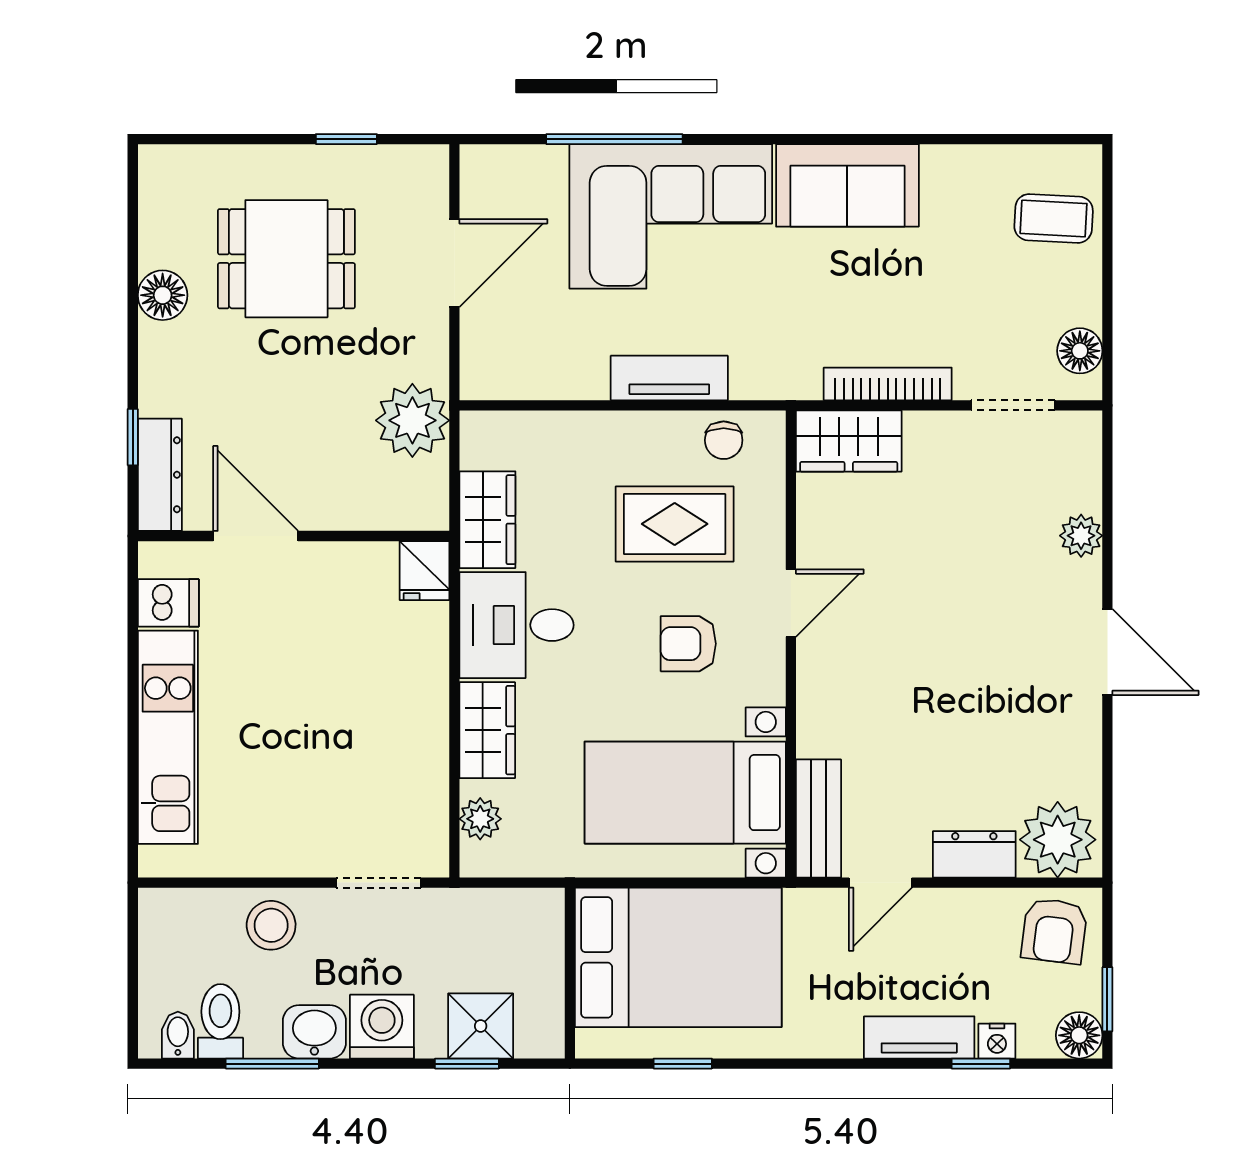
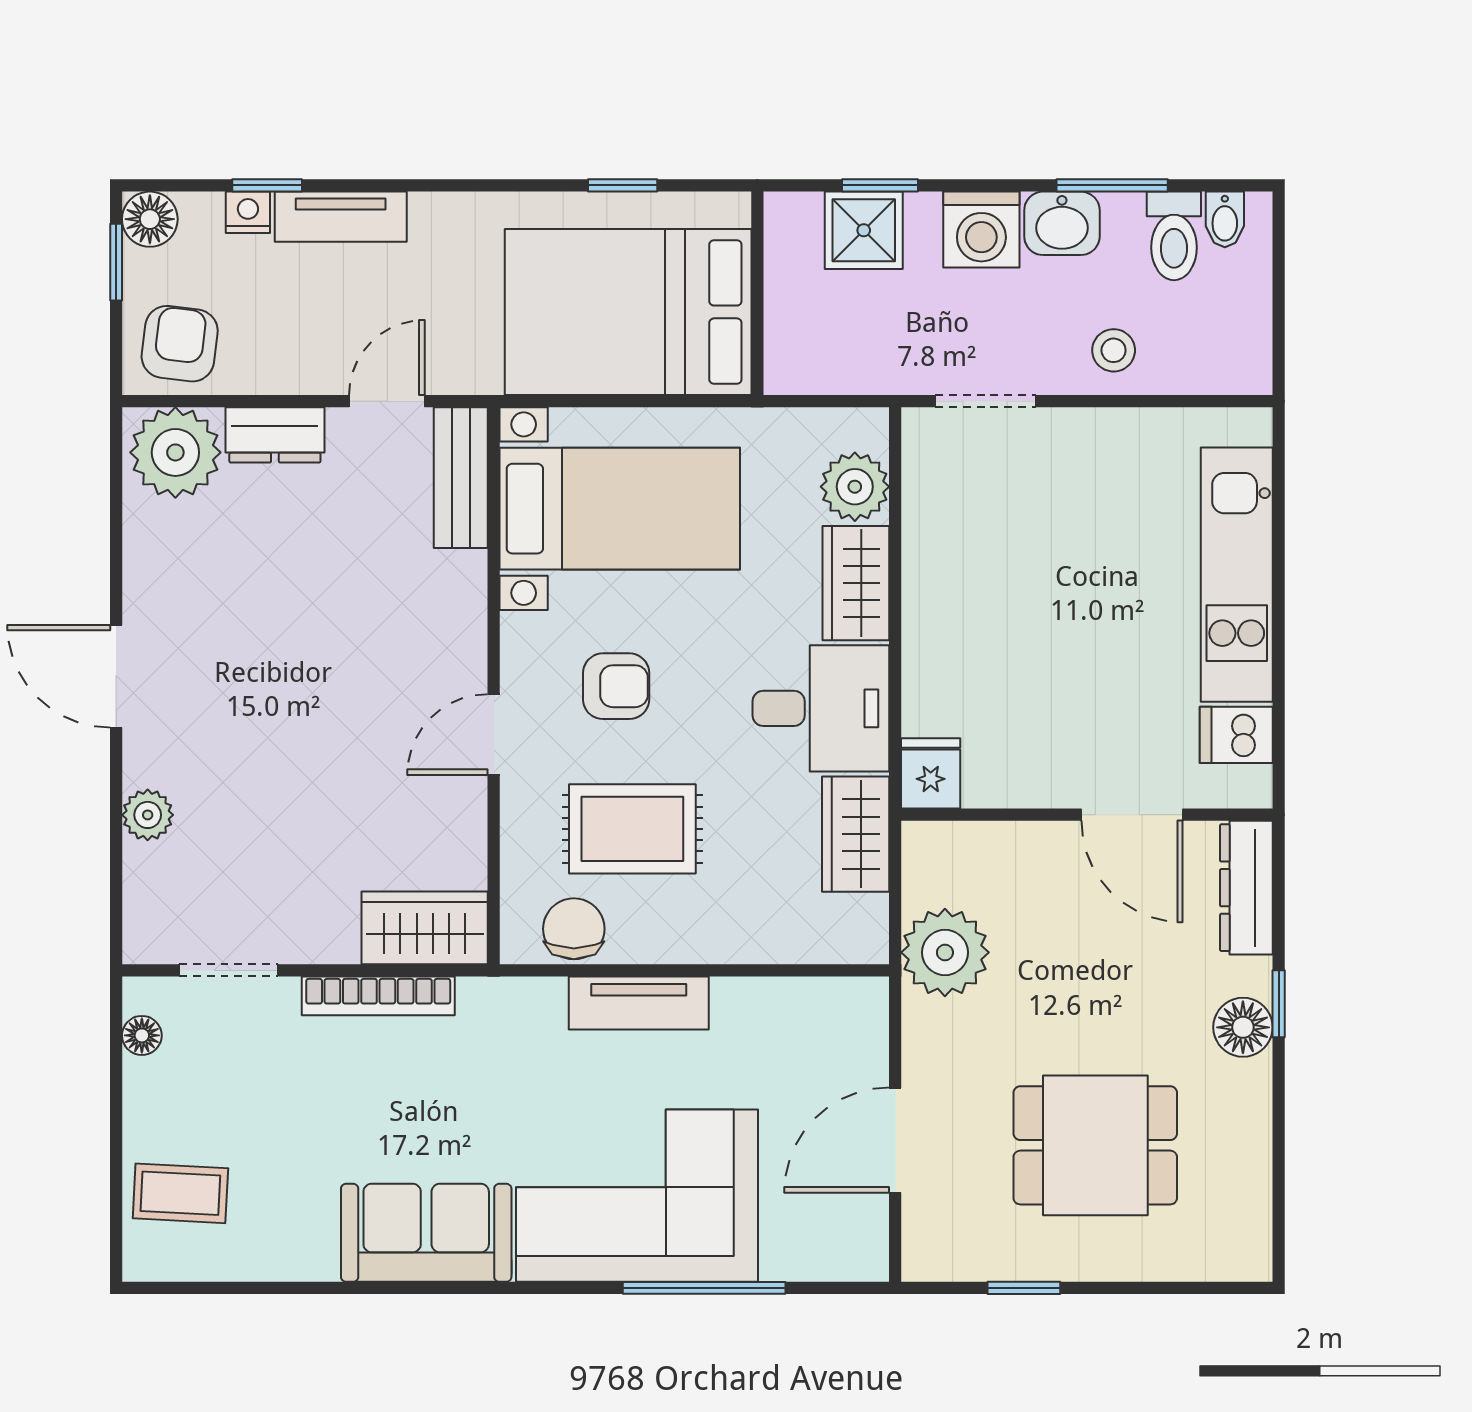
floor lamp: (163, 295) -> (1243, 1027), moved
floor lamp: (1080, 351) -> (142, 1035), width x0.73, depth x0.73
window: (133, 437) -> (1279, 1004), moved
chair: (724, 440) -> (574, 929), width x1.37, depth x1.37
plant: (480, 819) -> (855, 487), width x1.38, depth x1.38
stool: (271, 925) -> (1114, 350), width x0.73, depth x0.73

